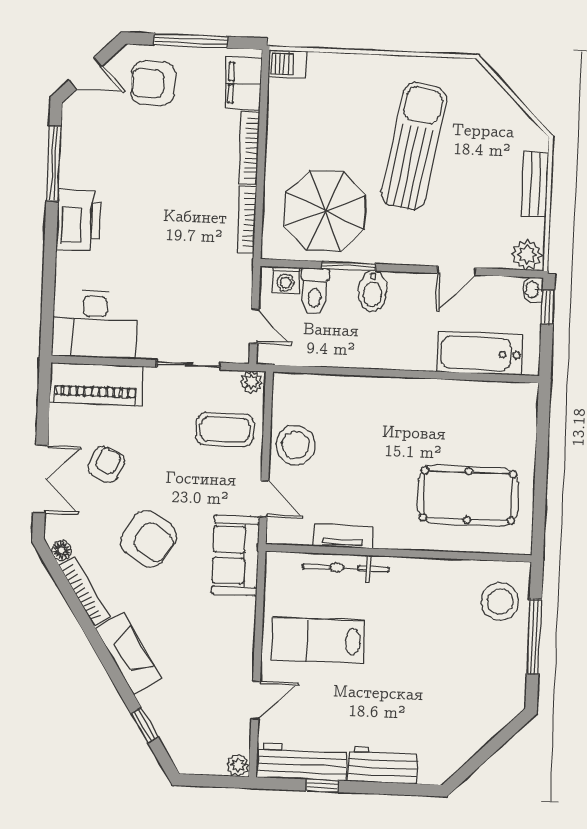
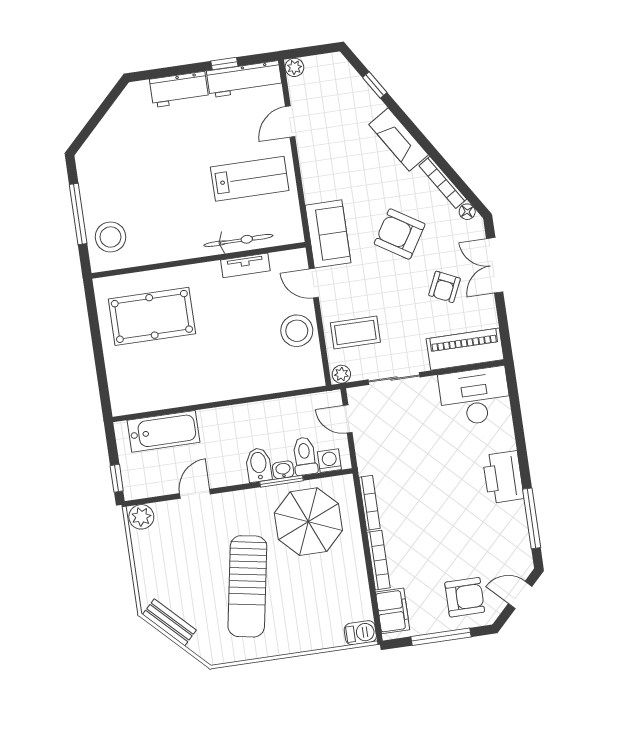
bench: (535, 184) -> (169, 622), moved, turned -45
washbasin: (533, 290) -> (283, 470), moved, turned -90

